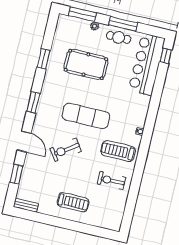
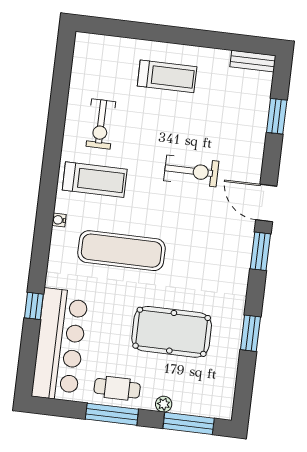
window: (166, 56) -> (34, 306), moved
exercise mat: (86, 116) -> (121, 251), moved
door: (24, 142) -> (266, 203), moved
exercise bike: (66, 150) -> (191, 171), turned 35
exercise bike: (111, 181) -> (101, 124), turned 90
treadmill: (73, 202) -> (167, 76), turned 180

